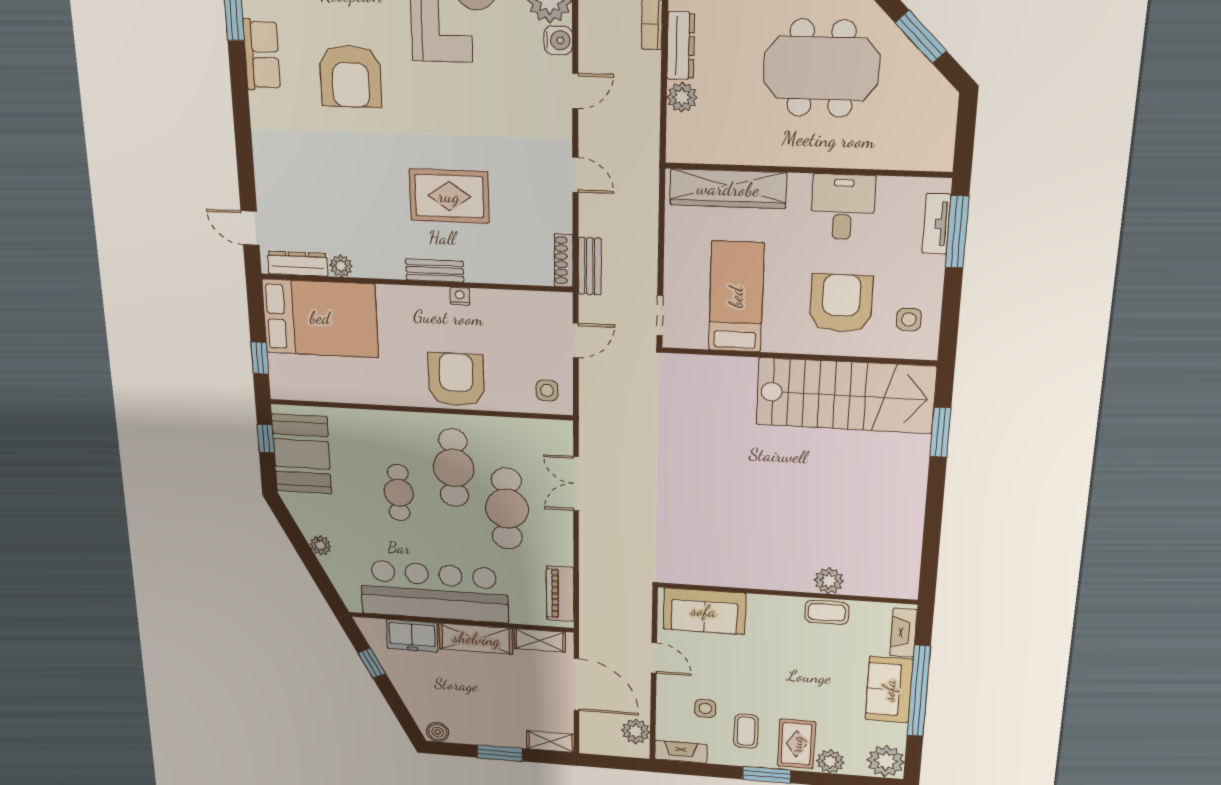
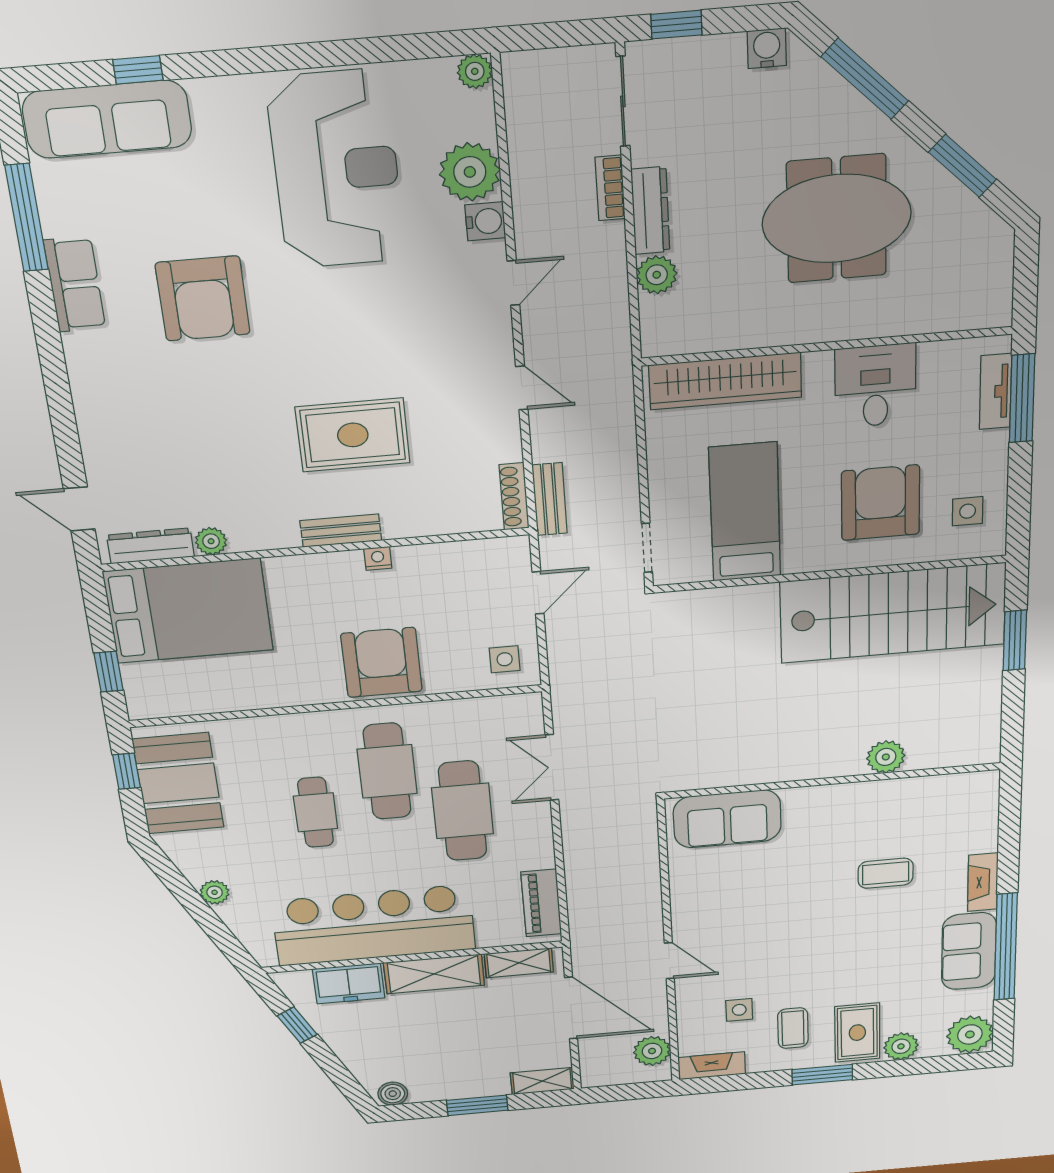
plant: (829, 581) -> (886, 757), moved
wall: (787, 593) -> (832, 781), moved
sofa: (704, 611) -> (727, 819), moved

